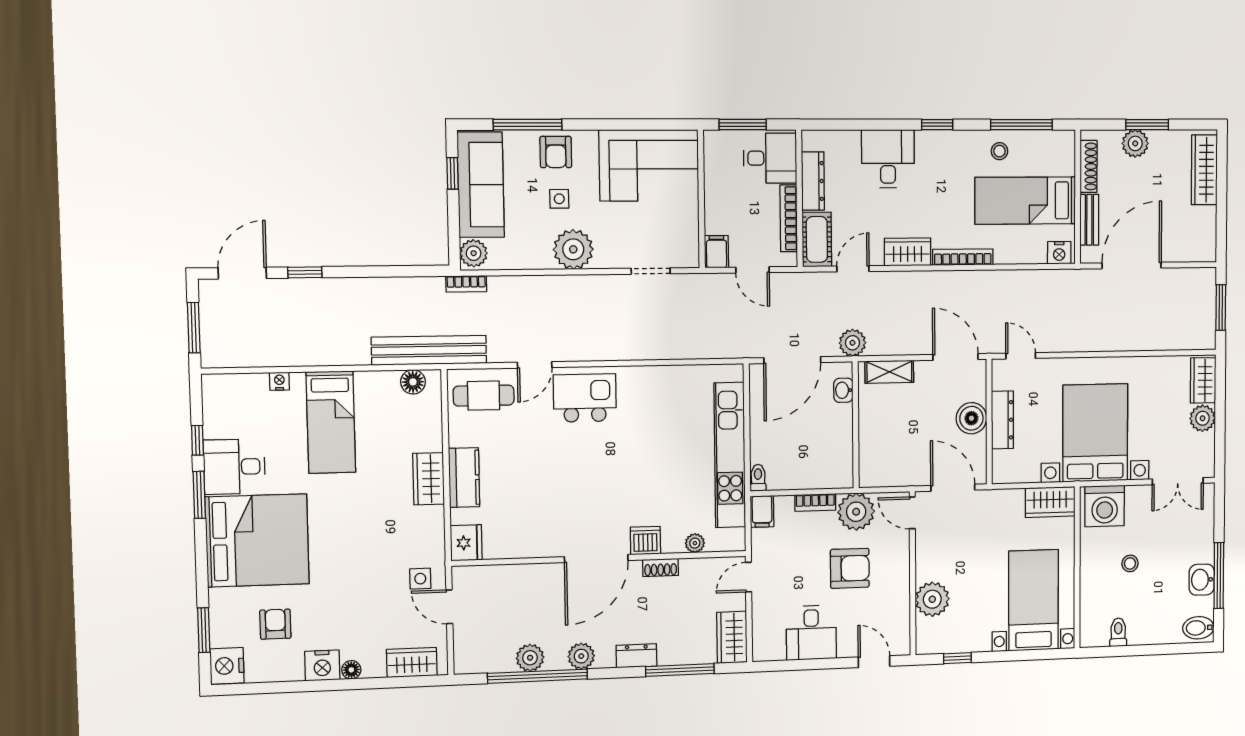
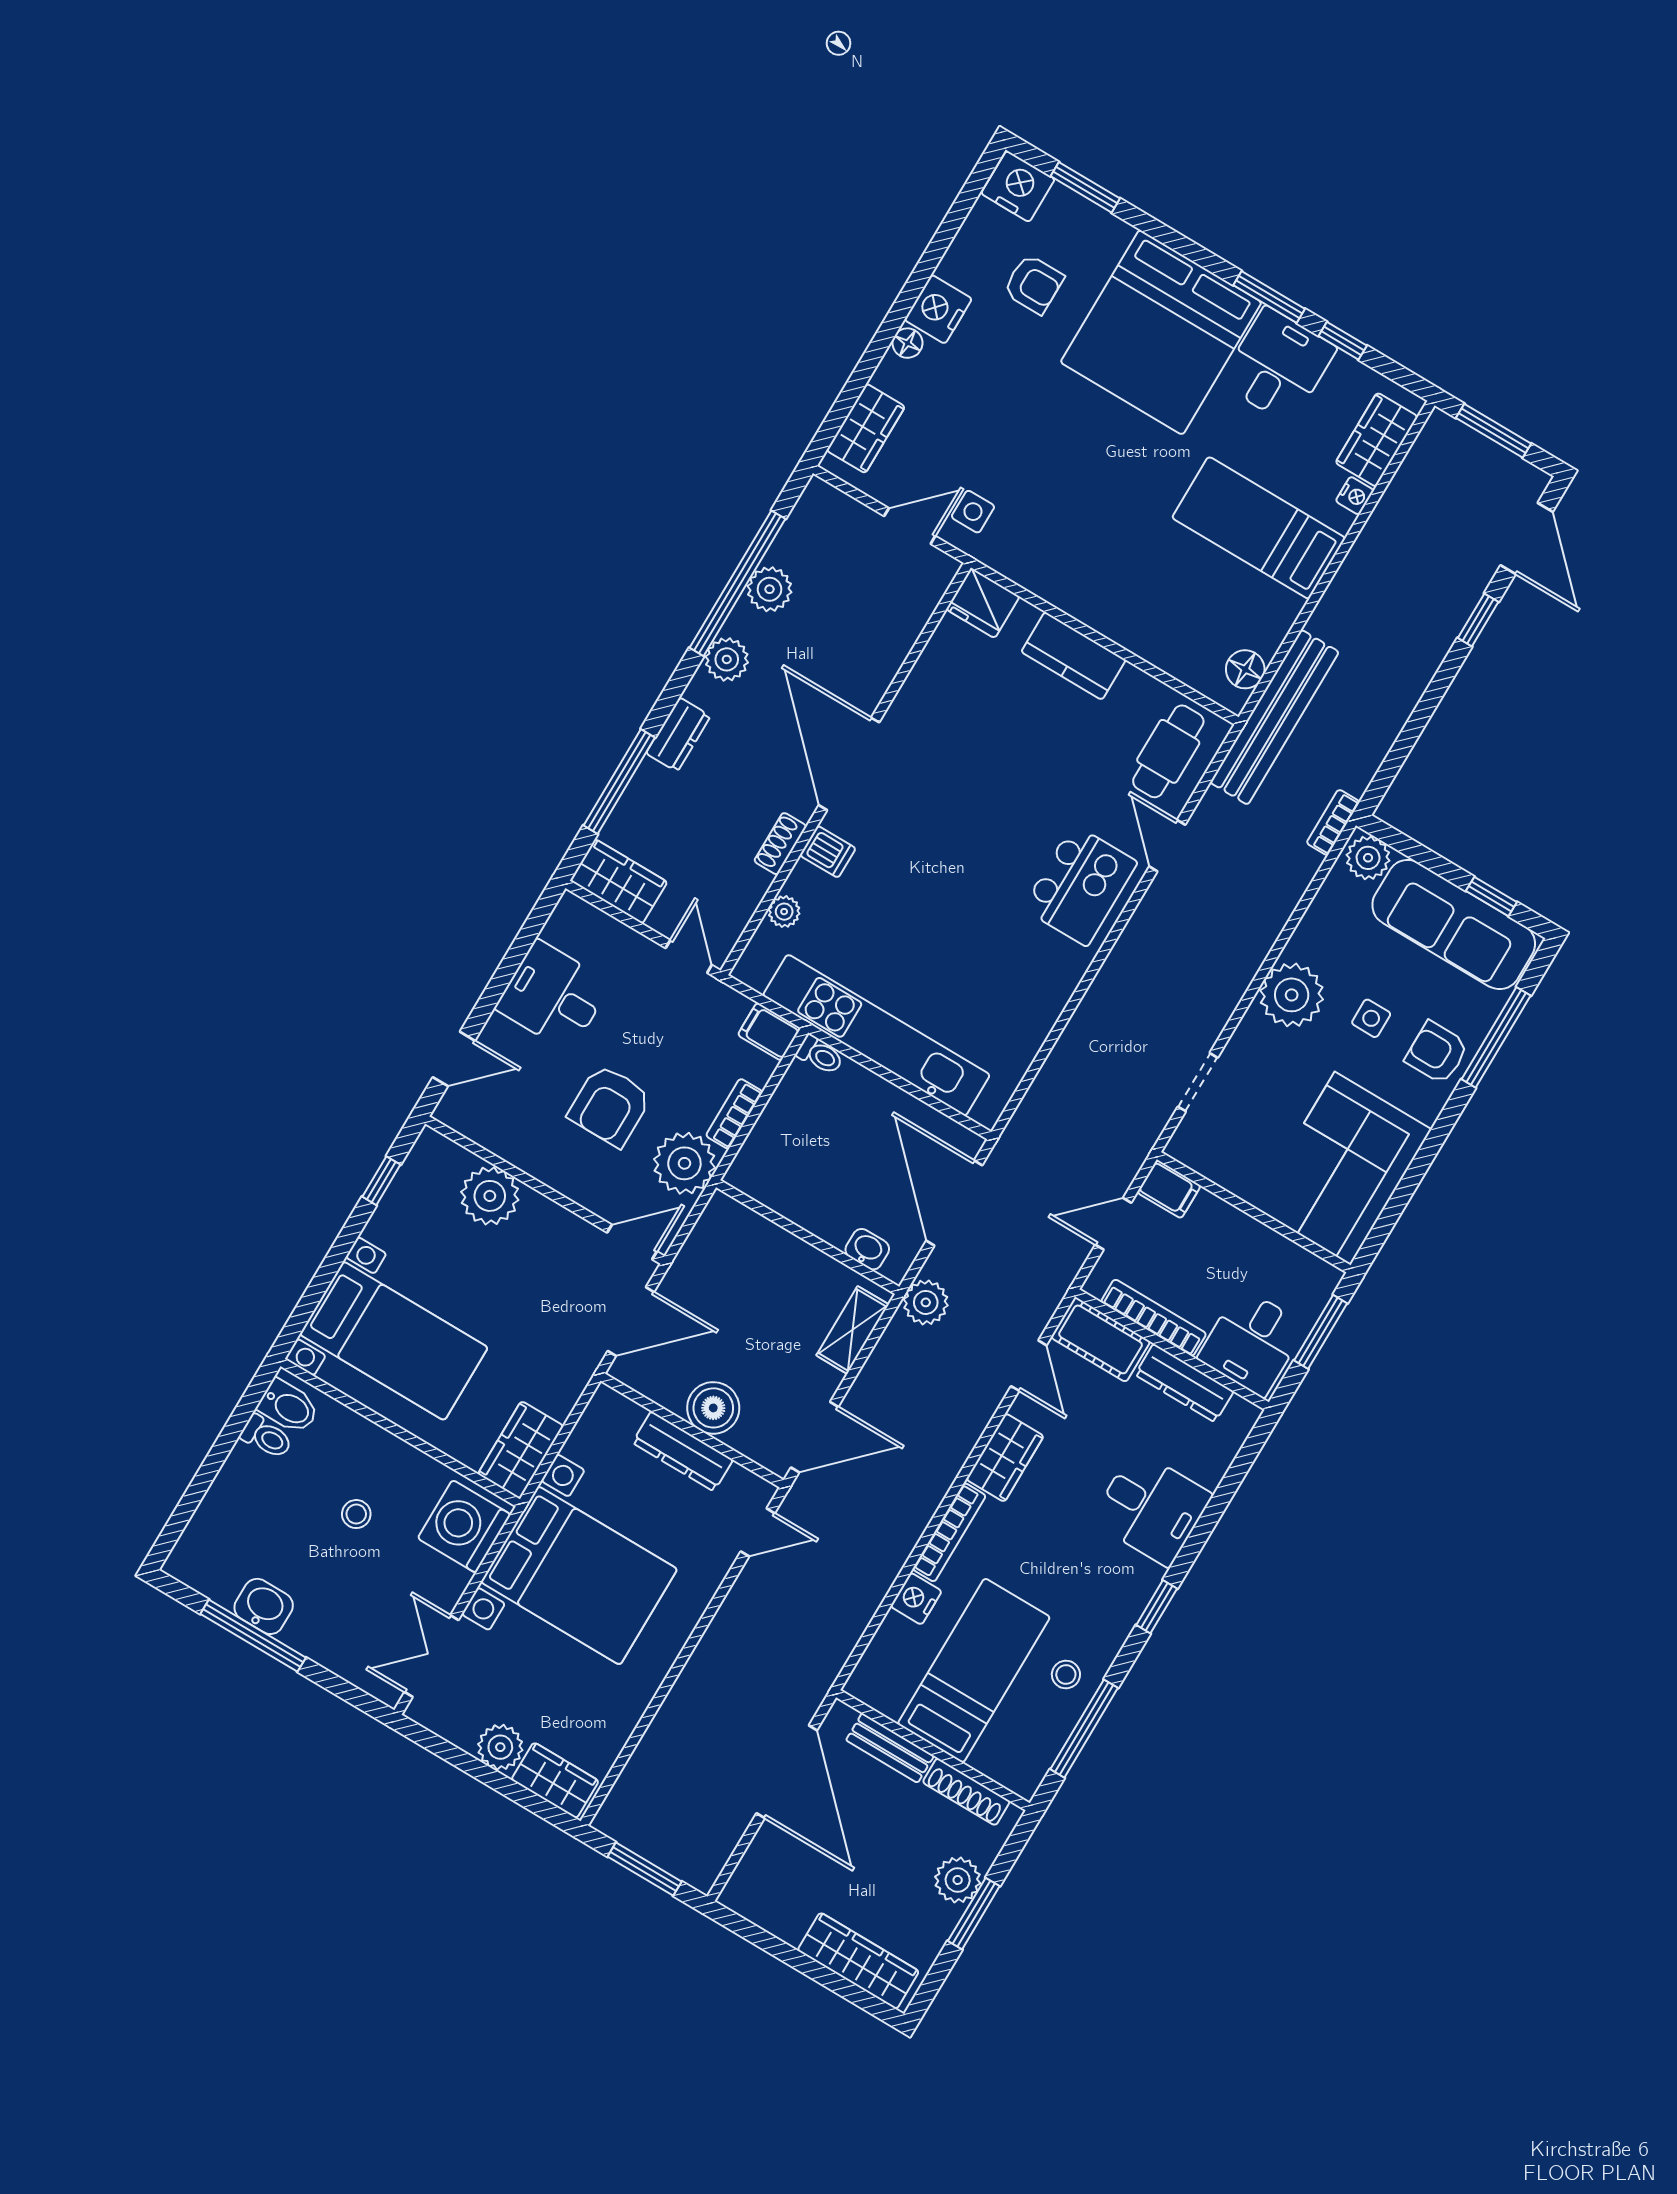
nightstand: (1059, 253) -> (916, 1599), moved
wardrobe: (429, 479) -> (1377, 440), moved, turned -90
dishwasher: (645, 541) -> (828, 852), width x0.73
bidet: (1198, 628) -> (289, 1407), moved, turned 90

